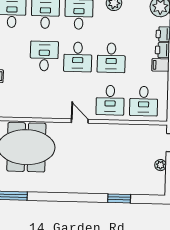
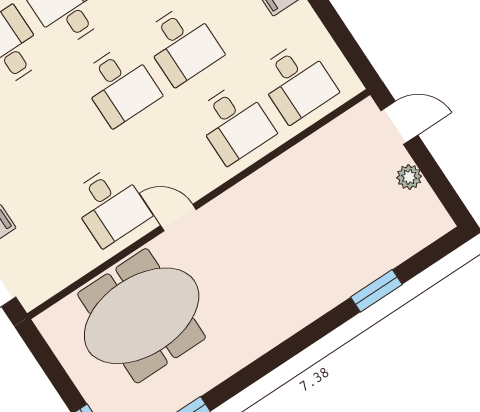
desk: (44, 56) -> (110, 205), moved, turned 180
door: (80, 121) -> (178, 217), moved

